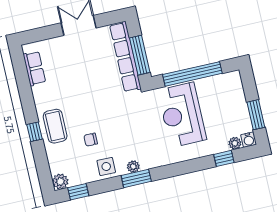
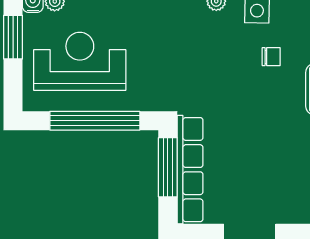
reception desk: (182, 115) -> (80, 61), moved, turned -90

